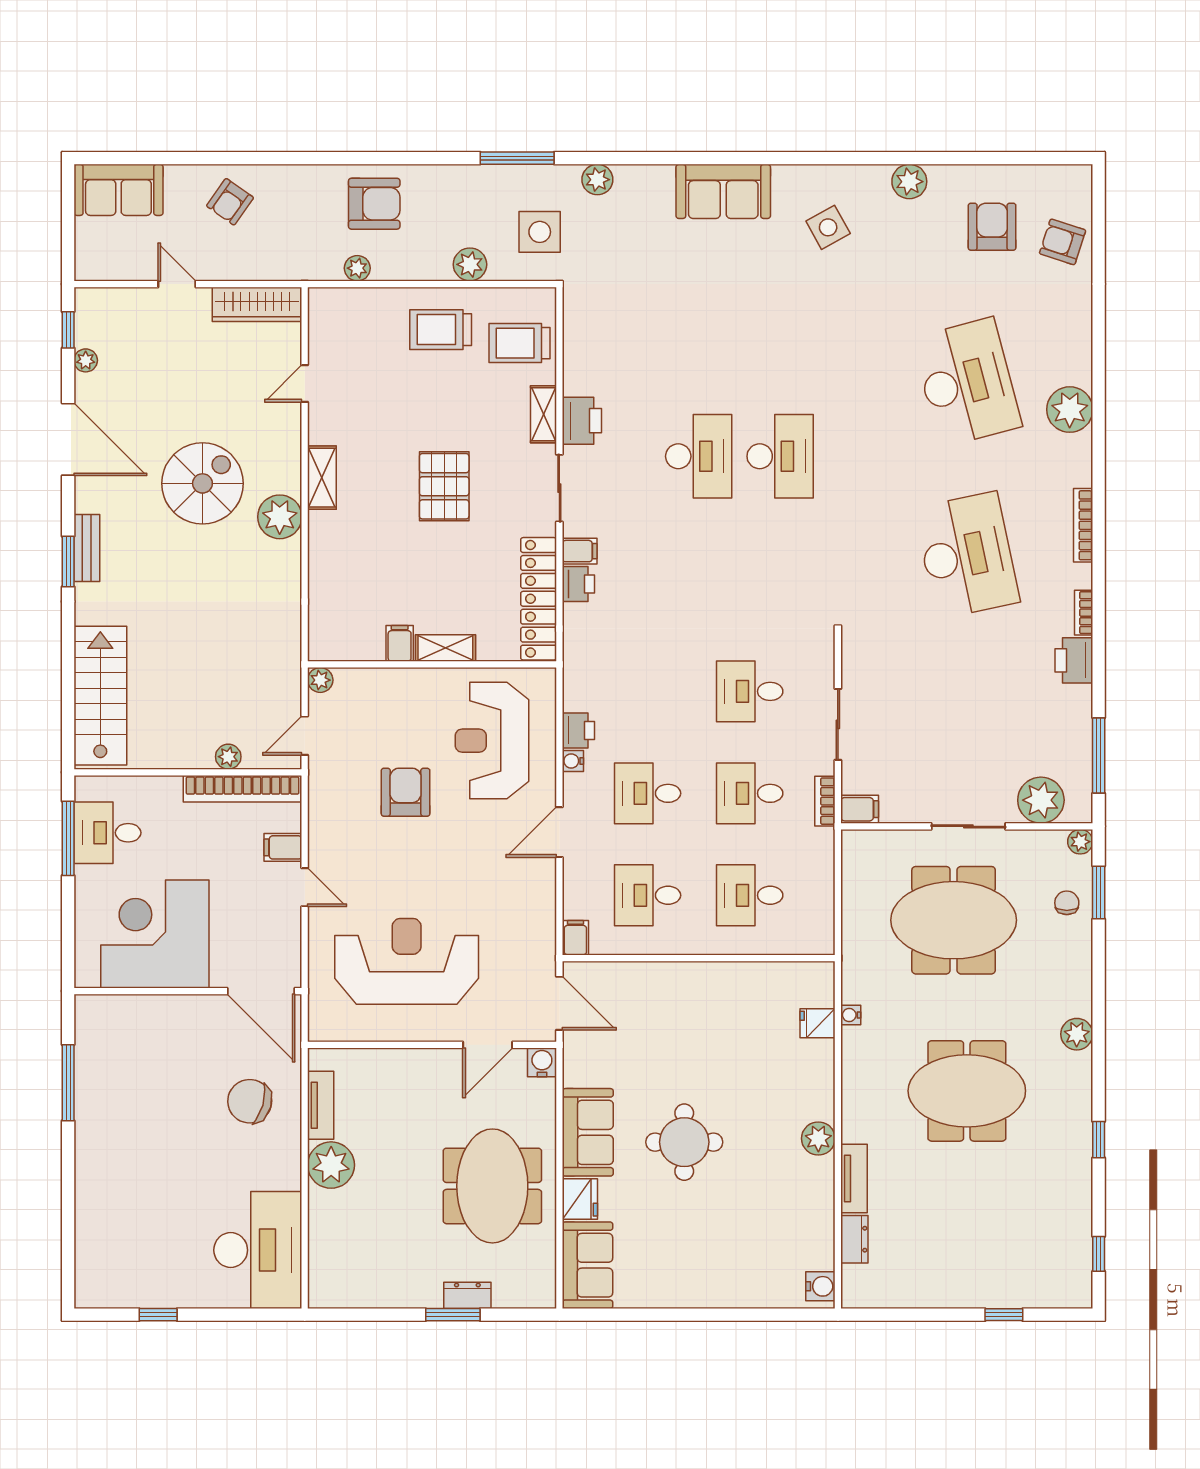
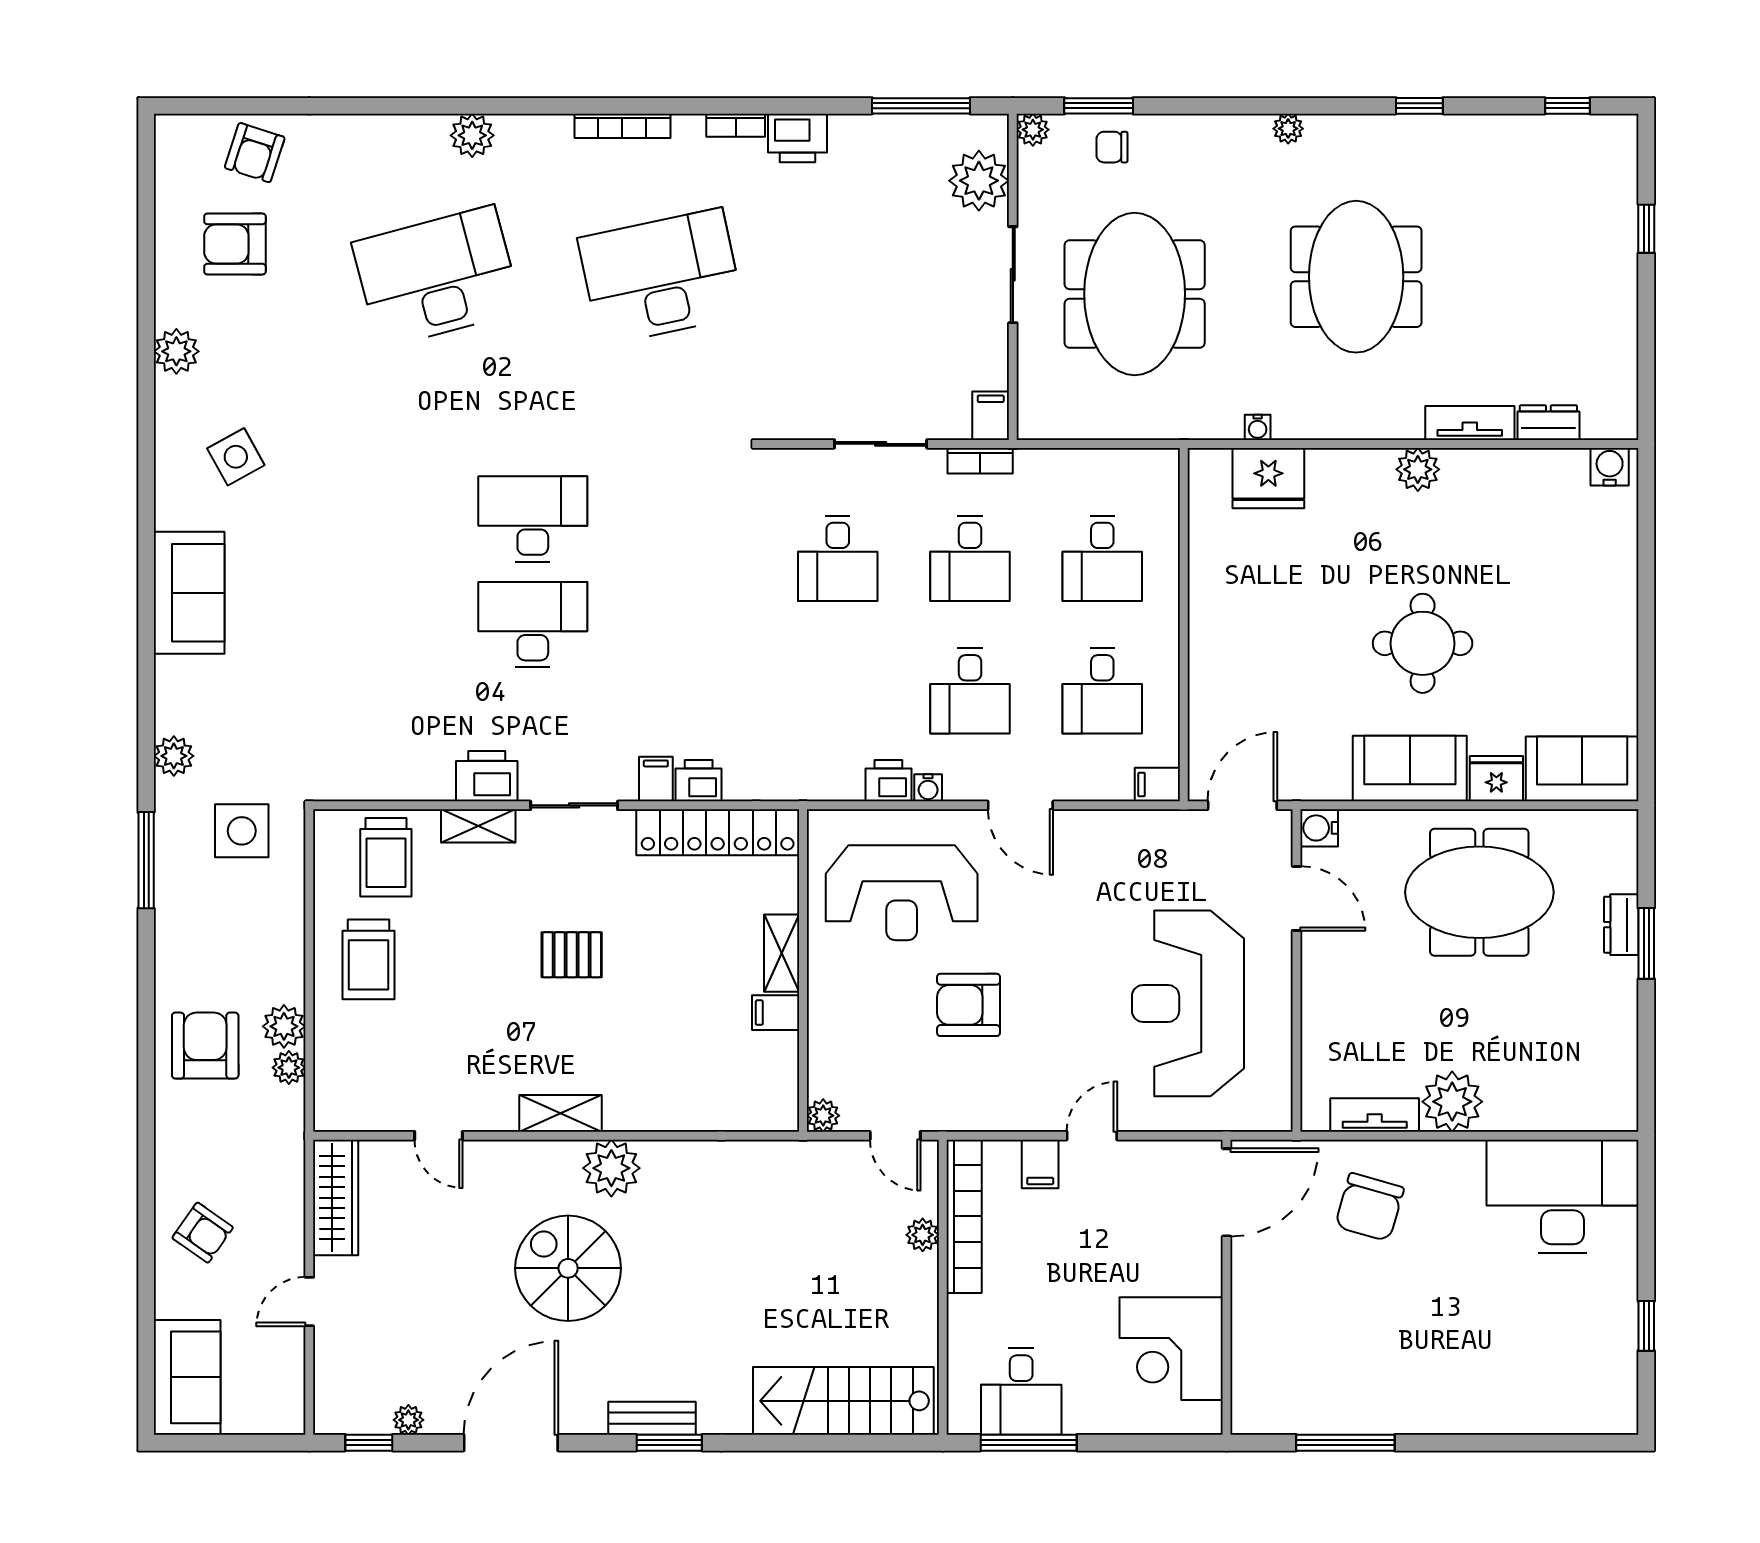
plant: (470, 264) -> (284, 1026), moved
plant: (1070, 410) -> (472, 135), width x0.73, depth x0.73
pallet: (444, 486) -> (572, 955), width x0.67, depth x0.71
corner desk: (155, 934) -> (1171, 1349), width x0.74, depth x0.74
fridge: (818, 1023) -> (1268, 478), width x1.88, depth x1.34
plant: (1077, 1034) -> (1288, 129), width x0.73, depth x0.73

